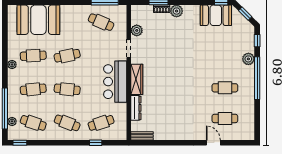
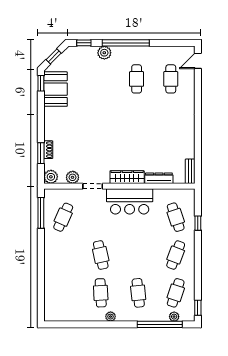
plant: (177, 11) -> (51, 177), moved
booth: (38, 20) -> (61, 287), removed
cafe table: (67, 89) -> (138, 255), removed
door: (213, 143) -> (198, 61), moved

